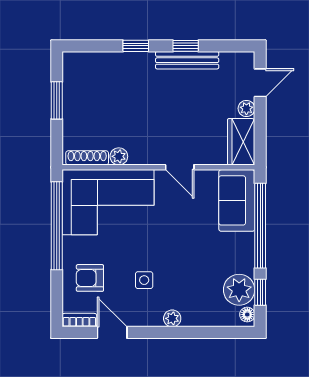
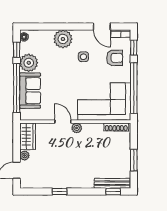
window: (136, 46) -> (113, 192), moved
bench: (187, 60) -> (112, 183), moved
plant: (119, 156) -> (77, 128), moved
sofa: (237, 200) -> (30, 91), moved
plant: (239, 290) -> (29, 63), moved
window: (57, 296) -> (134, 48), added
plant: (172, 318) -> (63, 39), width x1.87, depth x1.87

